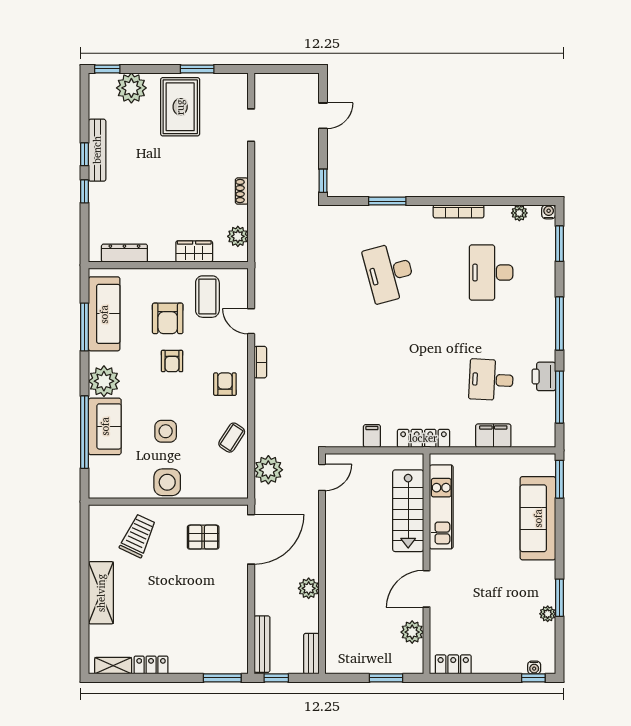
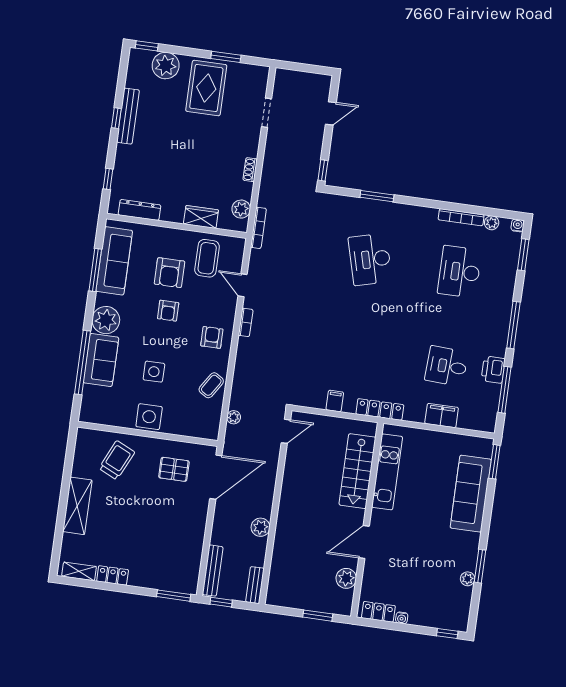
window: (85, 191) -> (108, 179), moved
bookcase: (459, 211) -> (461, 217), moved
bookcase: (260, 255) -> (258, 228), added
plant: (268, 470) -> (234, 417), width x0.53, depth x0.53
water cooler: (534, 668) -> (402, 618), moved

